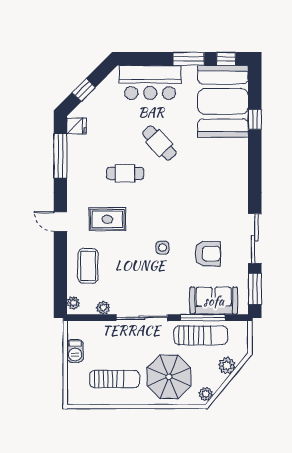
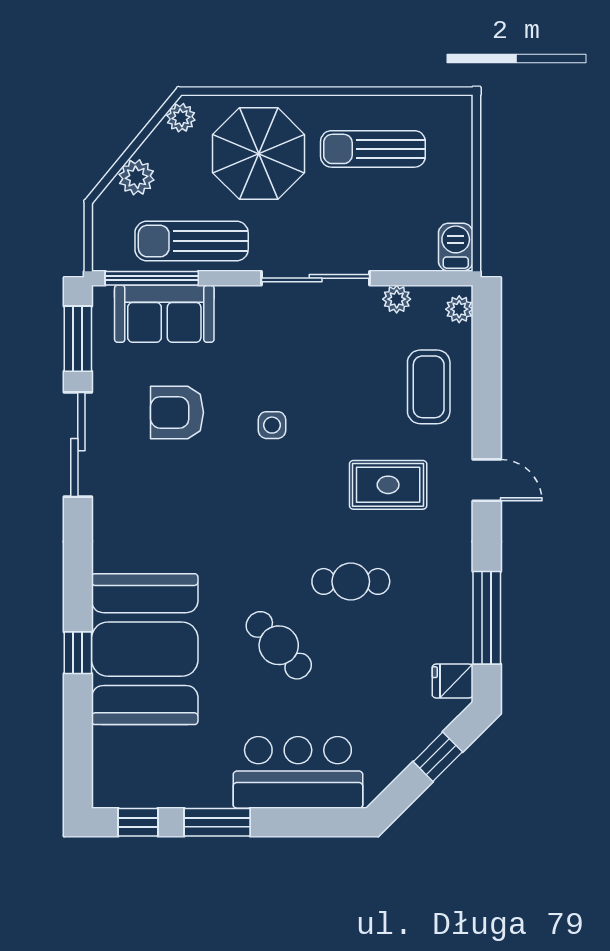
booth: (223, 101) -> (145, 649), moved
window: (255, 119) -> (78, 653), moved
window: (203, 318) -> (152, 278), moved
barbecue: (75, 351) -> (456, 247), moved

